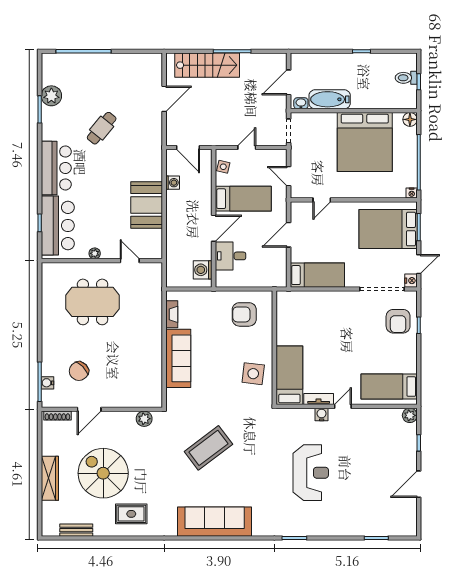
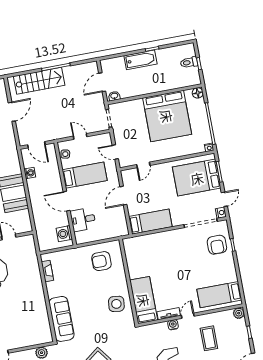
bathtub: (330, 99) -> (141, 60), moved, turned 180
door: (247, 147) -> (80, 136), hinge flipped
door: (214, 228) -> (67, 201), swing flipped
sofa: (178, 358) -> (61, 319), moved
coffee table: (365, 441) -> (209, 338), added

